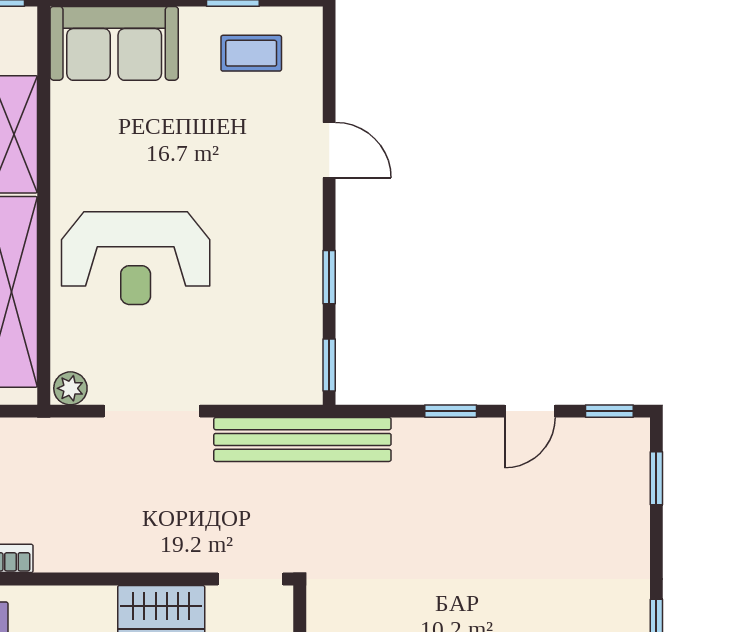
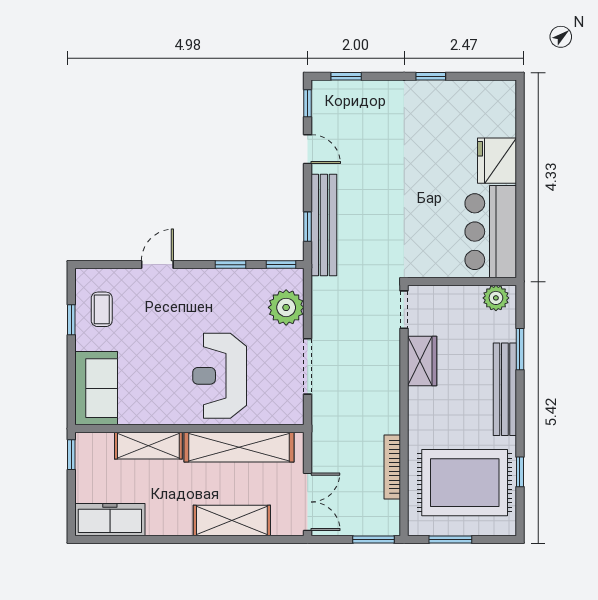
reception desk: (136, 258) -> (220, 376), turned 180
plant: (70, 388) -> (286, 307), moved, width x1.88, depth x1.88
window: (451, 411) -> (308, 227), moved
bench: (302, 439) -> (324, 225), moved

